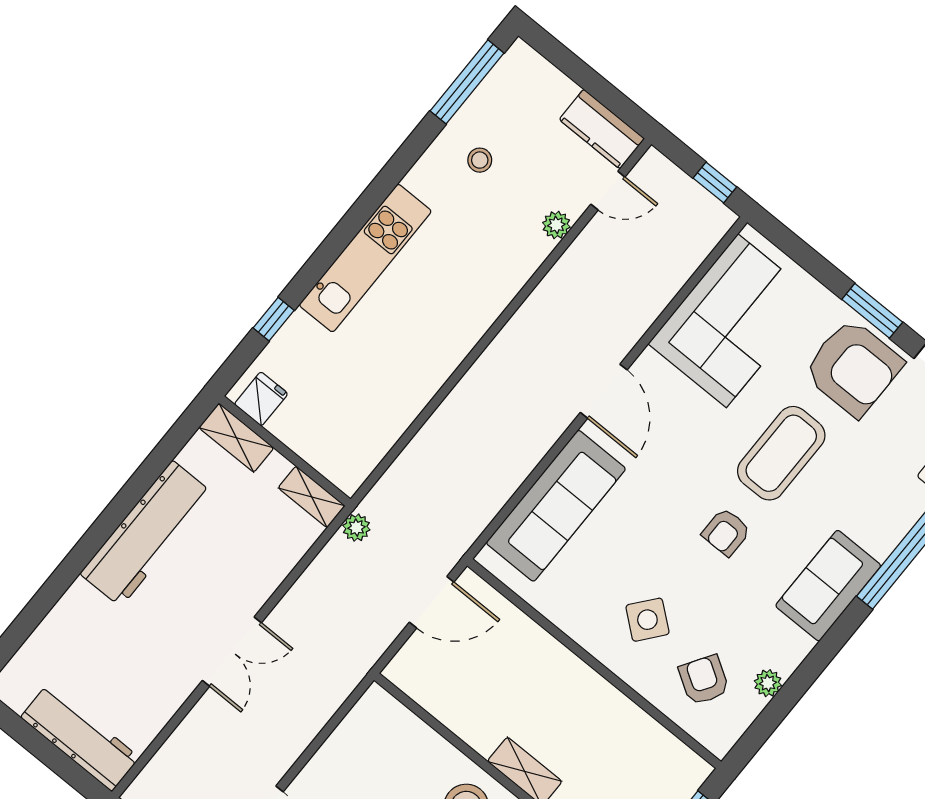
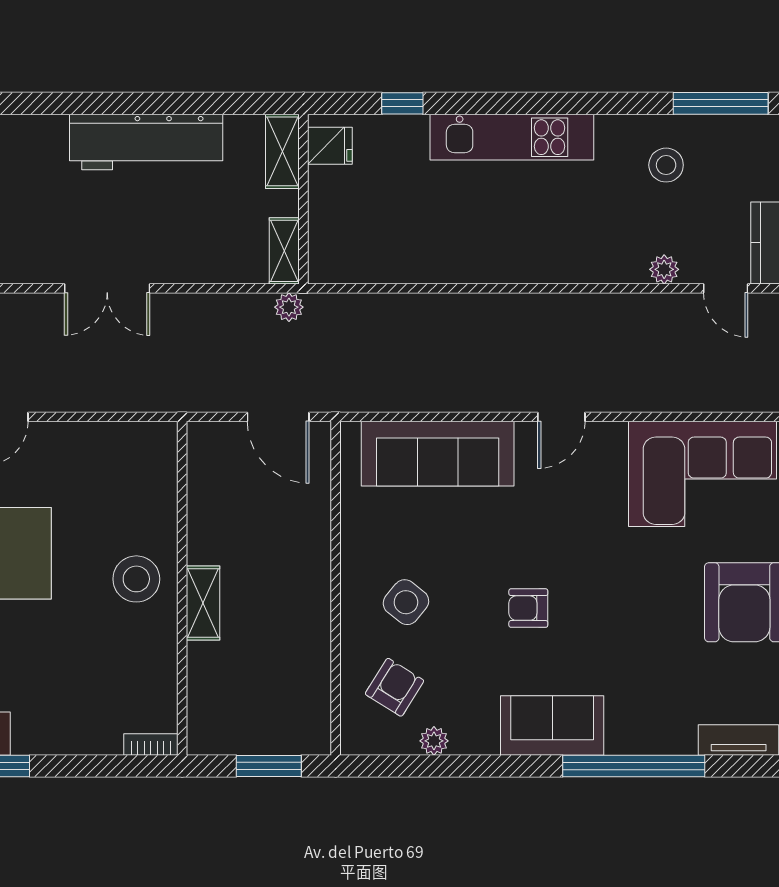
stool: (480, 160) -> (666, 165), width x1.37, depth x1.37
door: (604, 391) -> (561, 417), width x0.73
coffee table: (781, 453) -> (628, 601), removed

